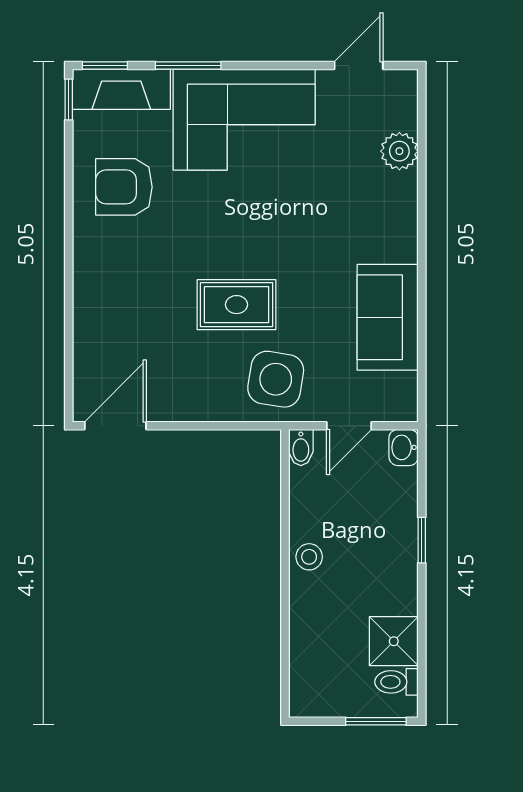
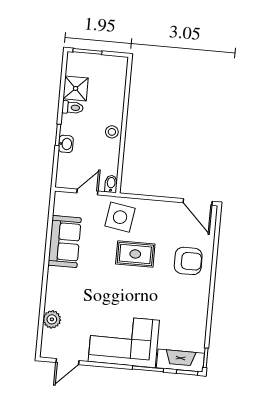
armchair: (124, 187) -> (188, 261), moved
door: (115, 426) -> (198, 202), hinge flipped
washbasin: (404, 447) -> (66, 144), moved
toilet: (397, 682) -> (73, 108), moved

